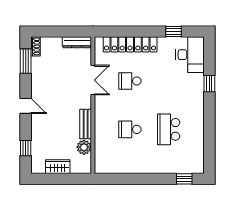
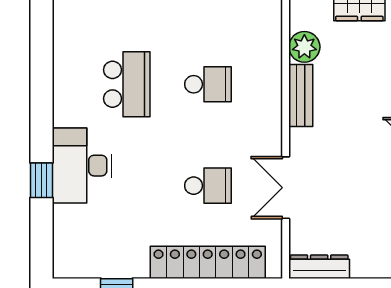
desk: (190, 55) -> (82, 166), moved

